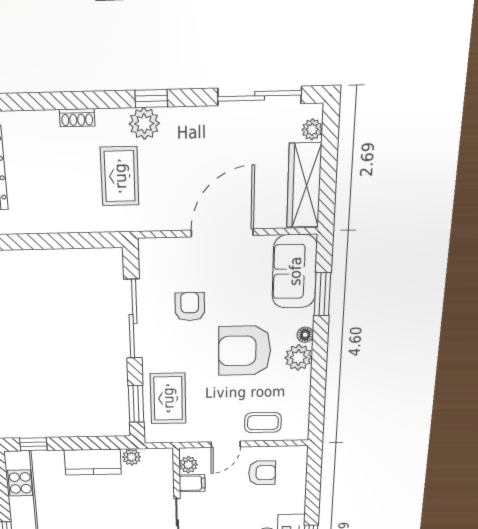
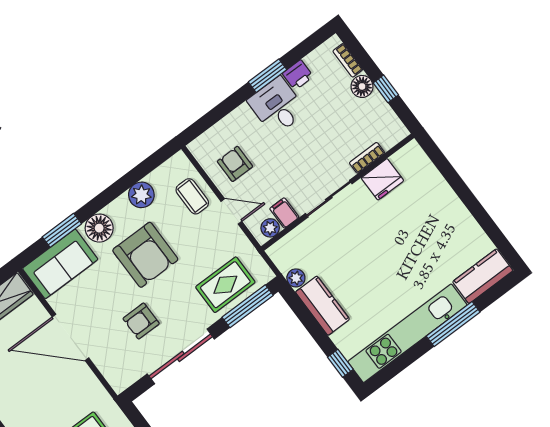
floor lamp: (305, 335) -> (99, 228), width x1.89, depth x1.89
plant: (298, 357) -> (141, 195), moved
window: (136, 404) -> (248, 306), width x1.44

